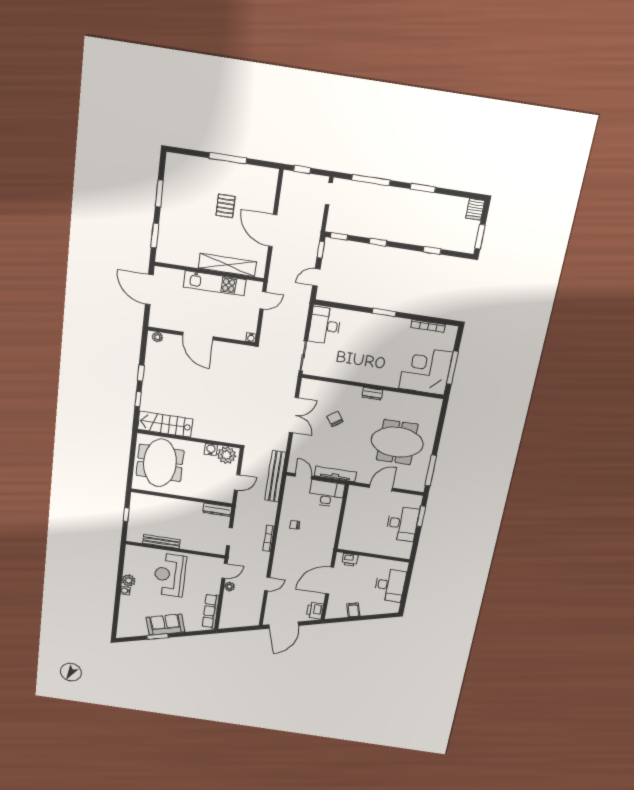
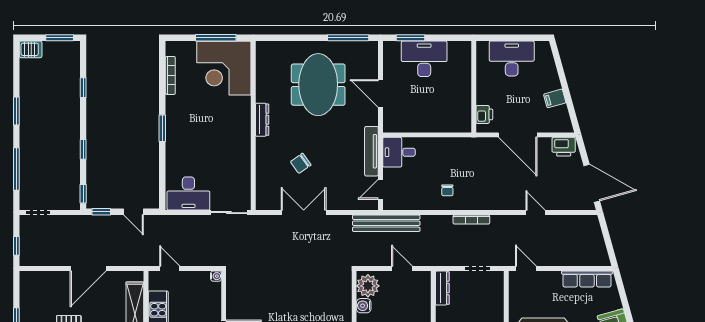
dresser: (372, 394) -> (262, 120), width x1.44
desk: (327, 494) -> (399, 152), width x0.73
plant: (229, 587) -> (547, 260), removed

